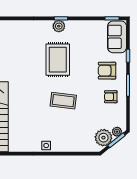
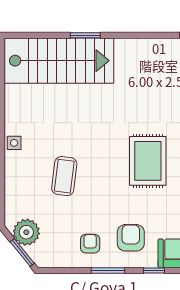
rug: (58, 60) -> (148, 161), turned 90
coffee table: (63, 101) -> (64, 176), moved
plant: (117, 132) -> (36, 253), removed

